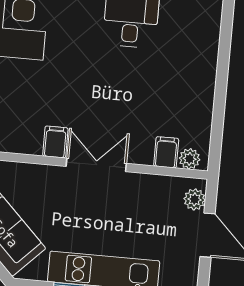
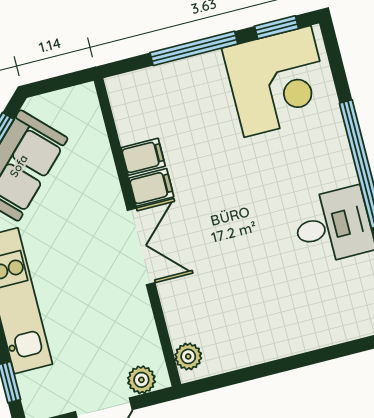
filing cabinet: (166, 152) -> (143, 157), moved

